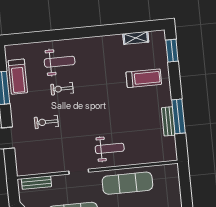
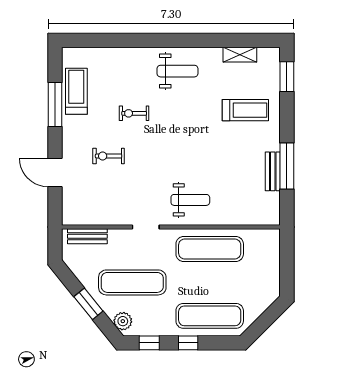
weight bench: (60, 62) -> (177, 71), moved
treadmill: (18, 77) -> (76, 91), turned 180

